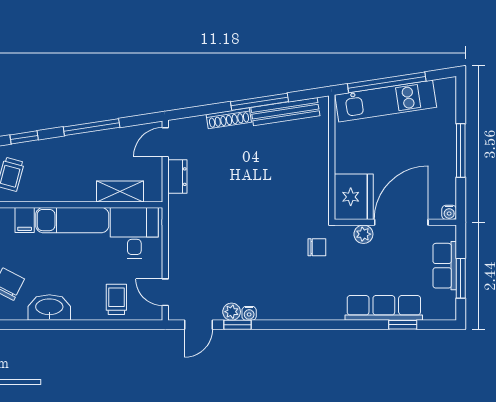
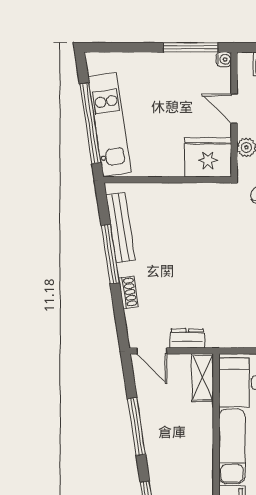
shoe rack: (229, 118) -> (128, 292), width x0.70
window: (461, 151) -> (190, 47), moved
shelving: (120, 191) -> (203, 378), moved
door: (401, 222) -> (234, 109), width x0.53

